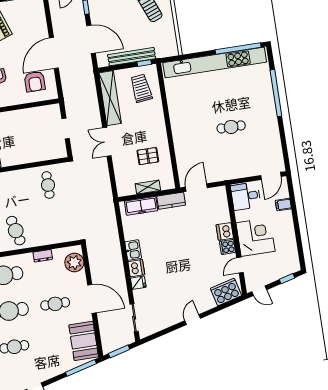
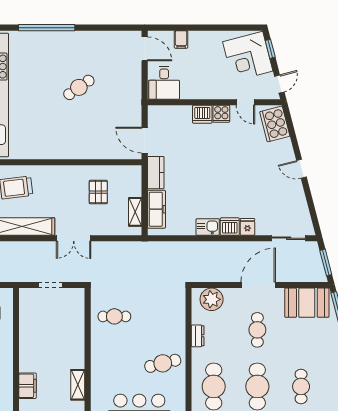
cafe table: (231, 127) -> (79, 87), turned 55
shelving: (148, 187) -> (135, 212), moved
corner desk: (255, 237) -> (248, 56), moved, turned -105

